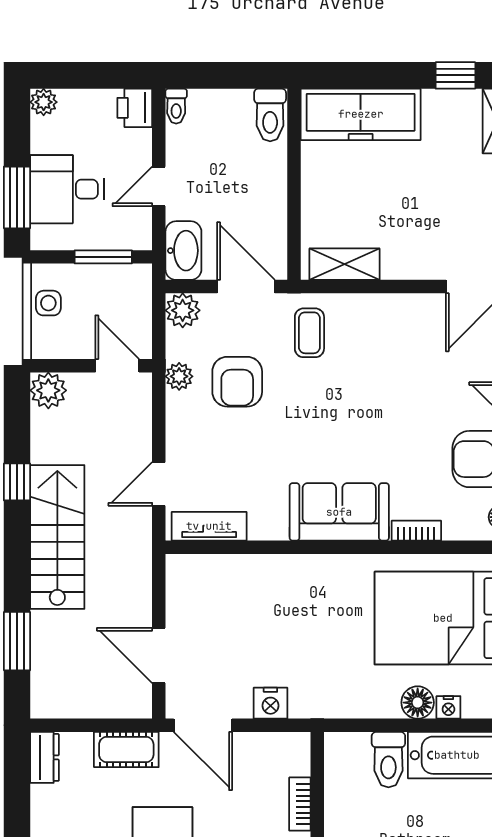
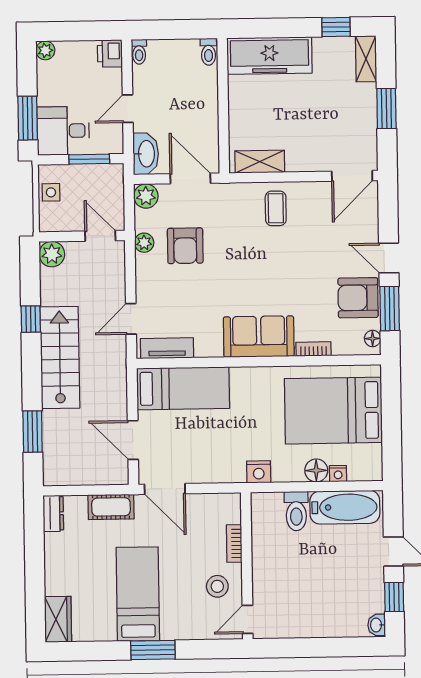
toilet: (270, 115) -> (208, 52), width x0.73, depth x0.72
desk: (67, 189) -> (63, 131), moved
coffee table: (309, 333) -> (276, 208), moved
bed: (231, 583) -> (183, 388), added
nightstand: (270, 703) -> (259, 472), moved

